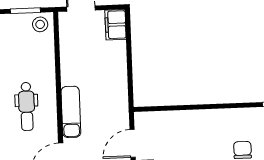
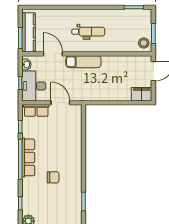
dental chair: (27, 106) -> (88, 32), turned 180

